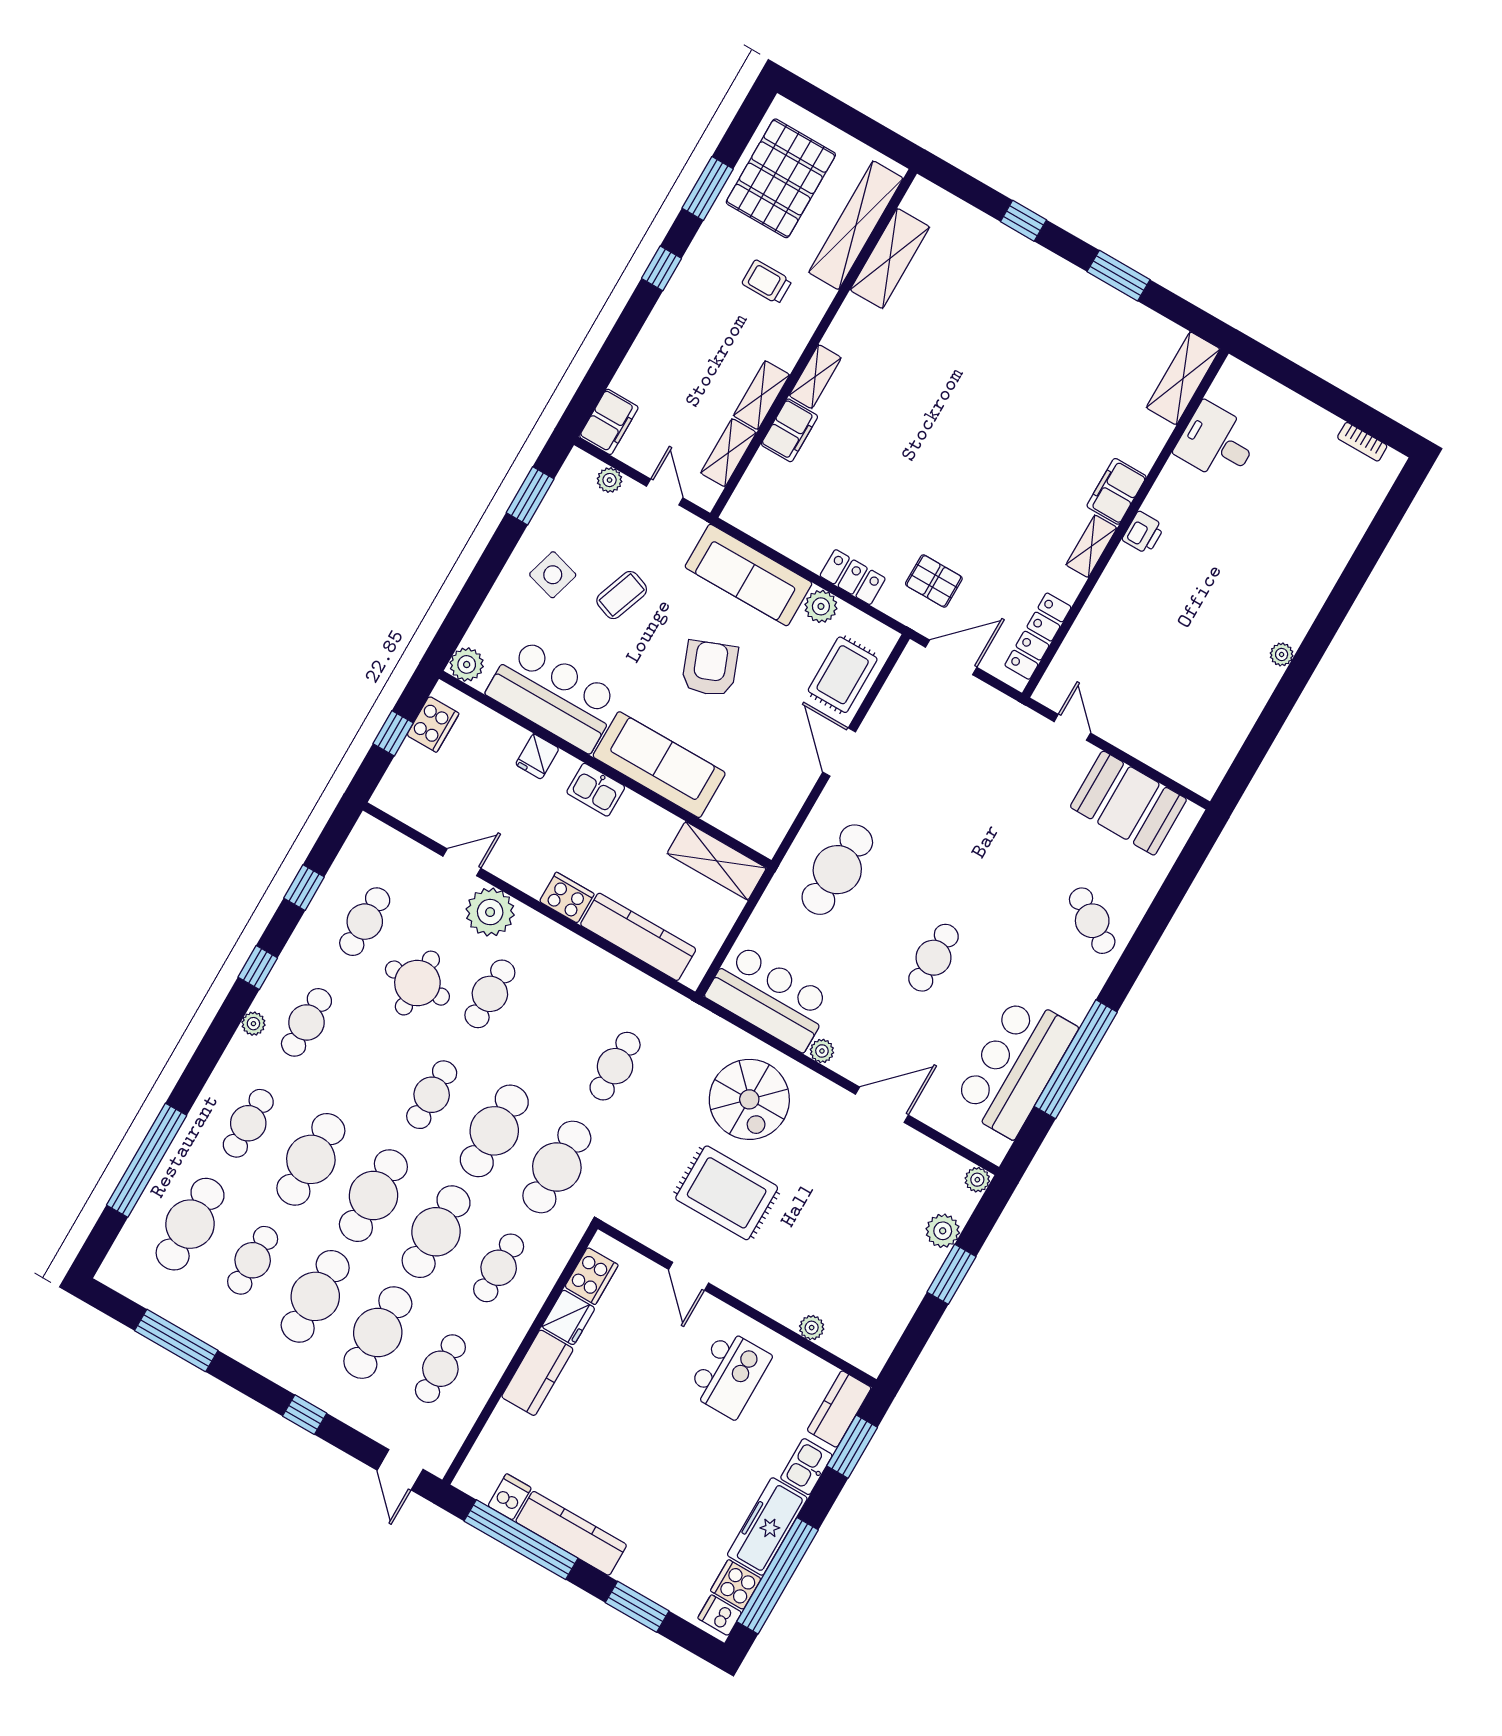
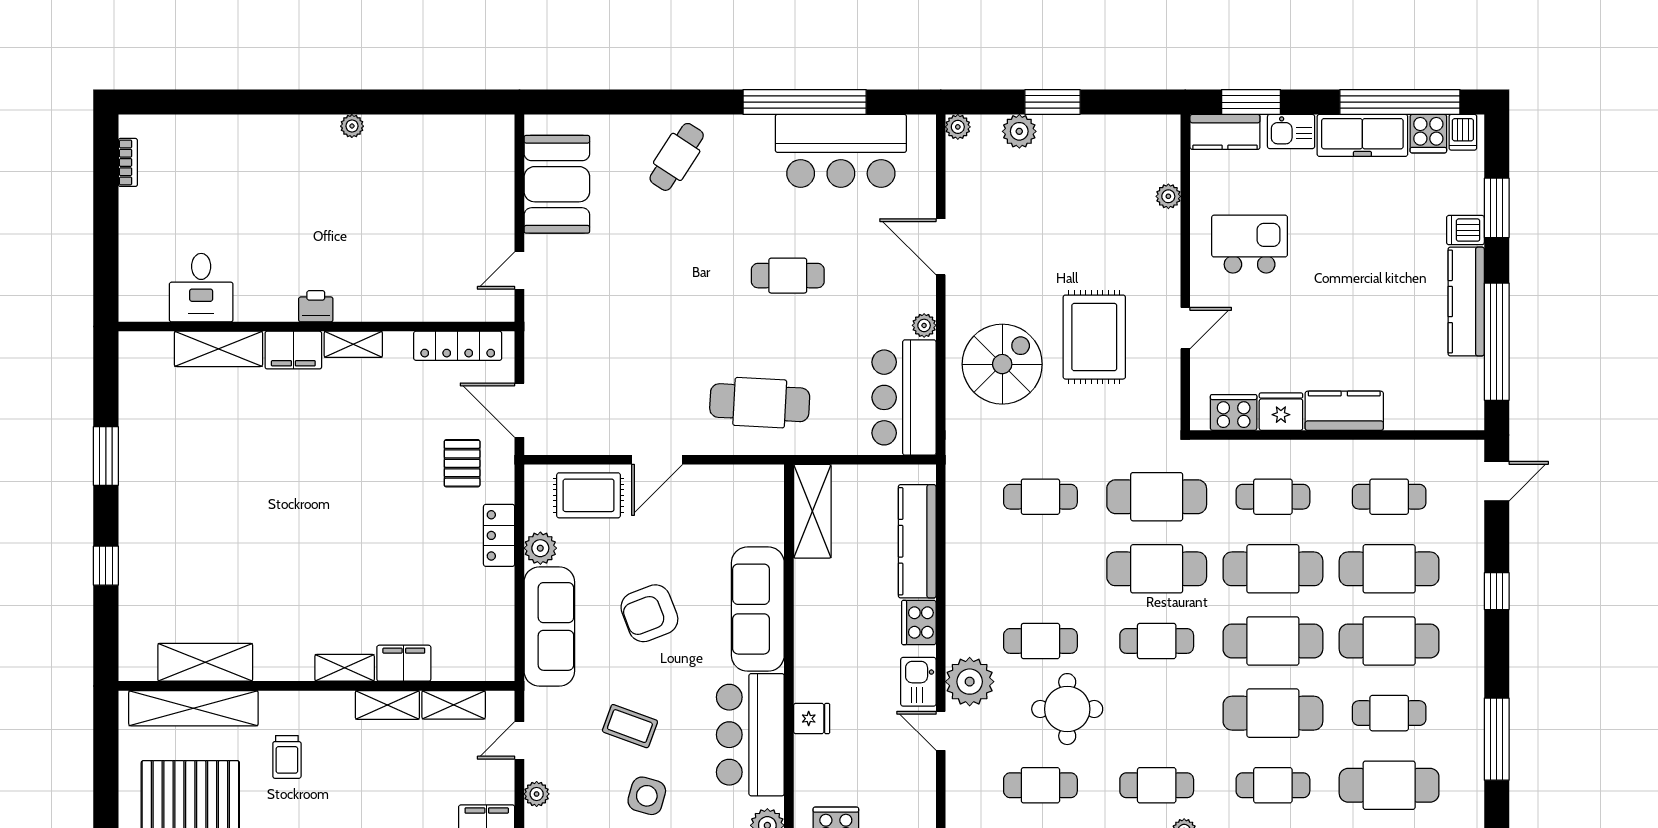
shelving: (1183, 378) -> (218, 349), moved
kitchen sink: (596, 790) -> (918, 682), moved, turned 180
dishwasher: (510, 1497) -> (1465, 230), moved

